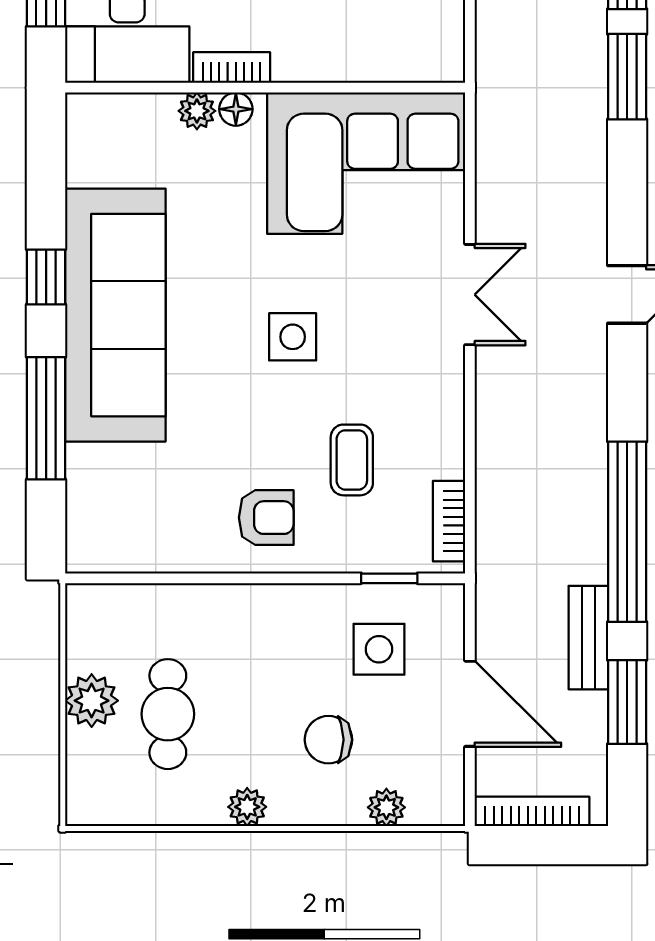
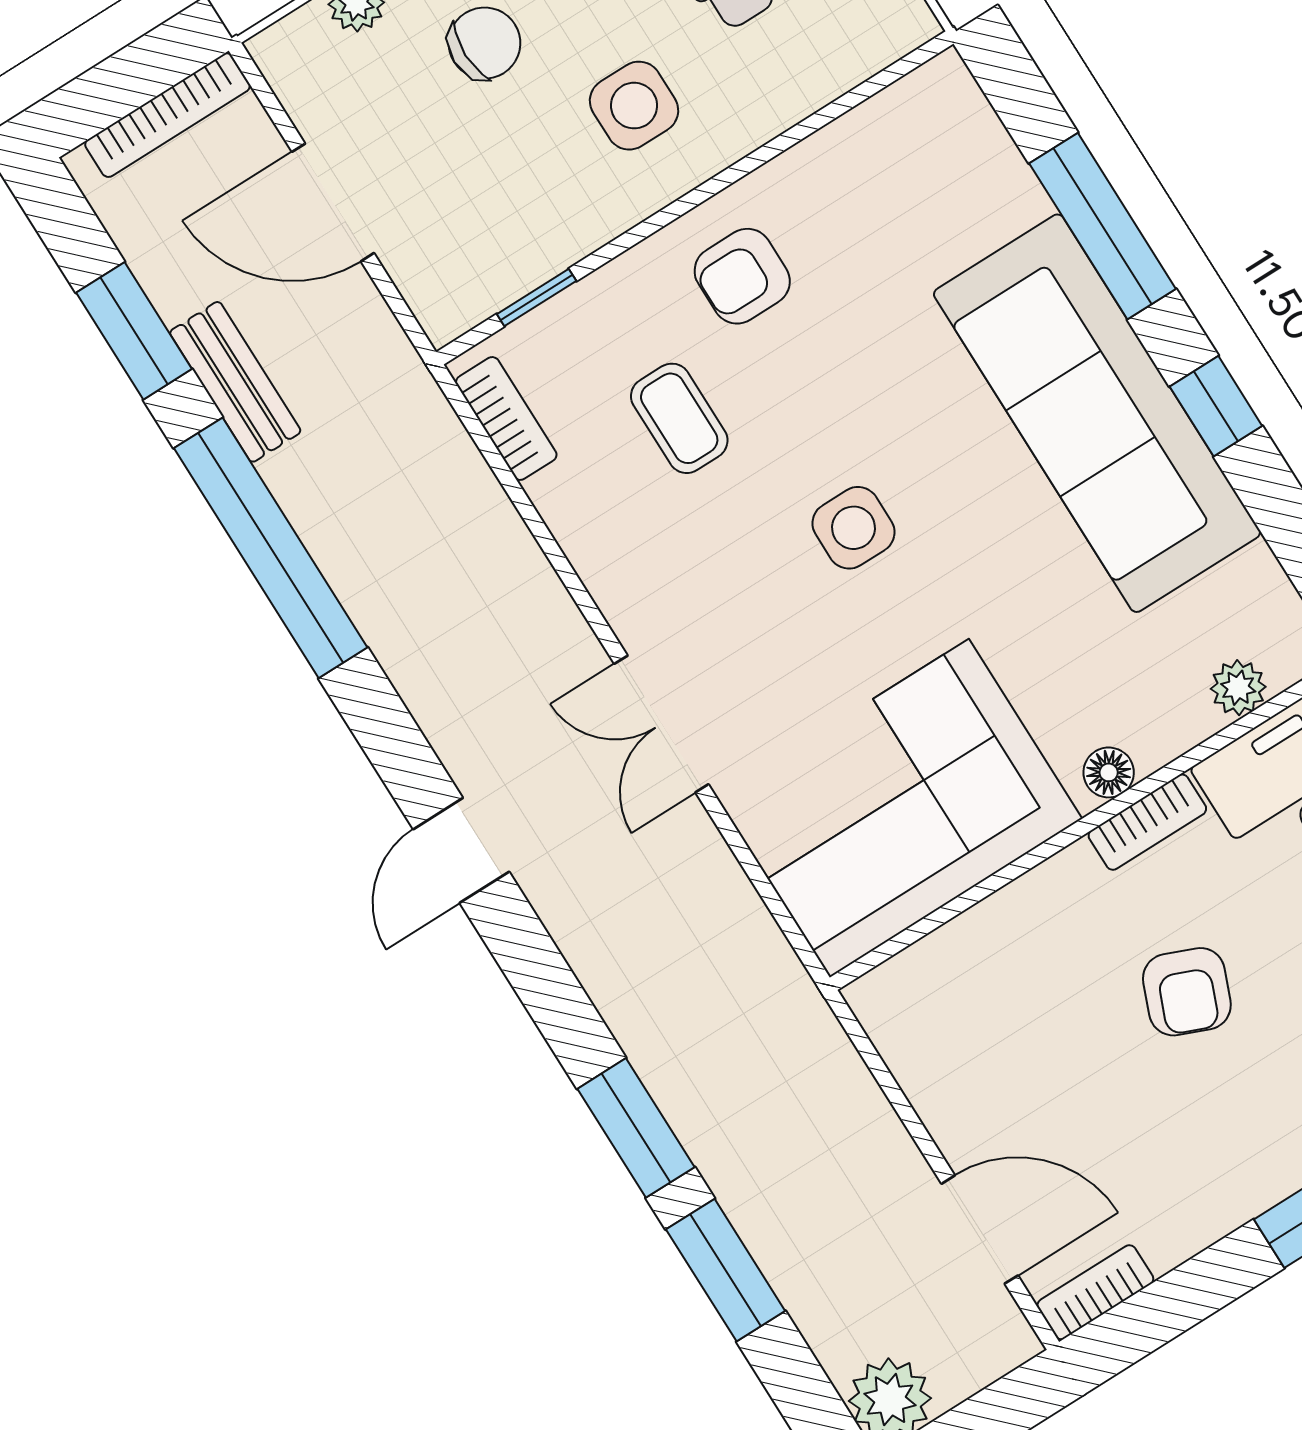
plant: (197, 111) -> (1238, 688), moved
side table: (379, 649) -> (634, 106), moved

